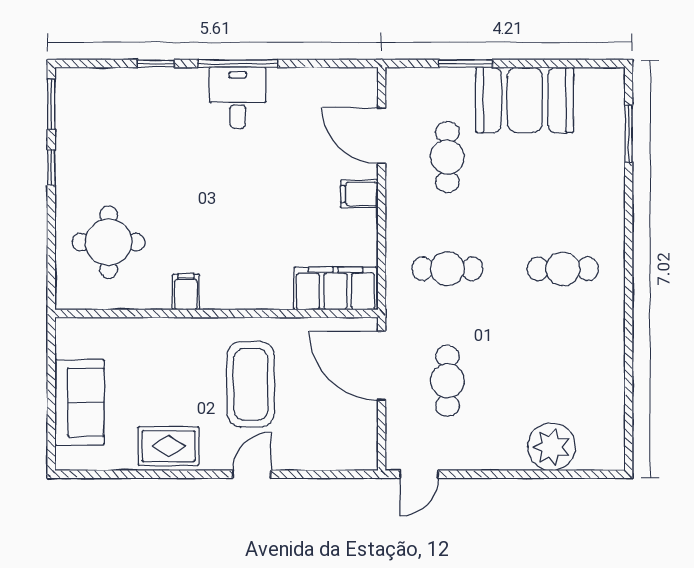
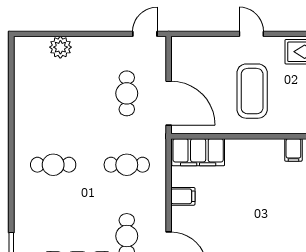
filing cabinet: (359, 194) -> (183, 196), moved
plant: (551, 447) -> (60, 47), width x0.73, depth x0.73
door: (252, 474) -> (251, 34), swing flipped

